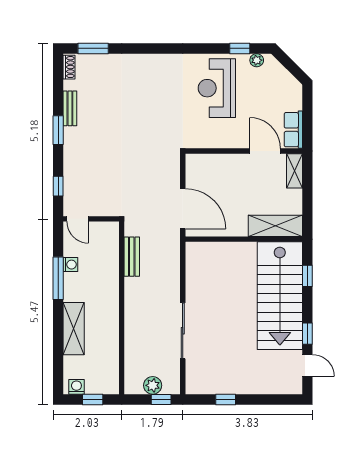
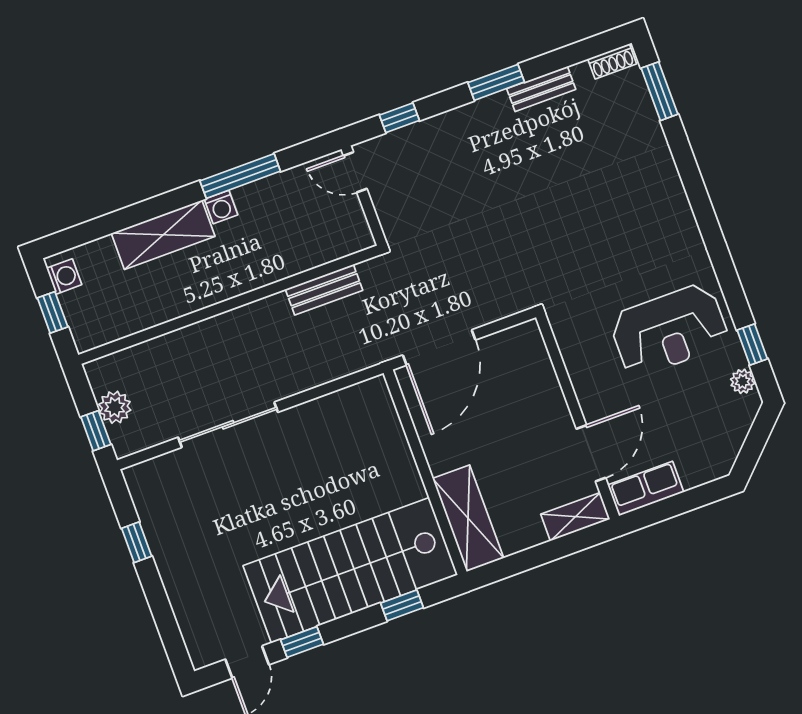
reception desk: (217, 88) -> (669, 330), turned 180
door: (78, 219) -> (355, 172), hinge flipped
washing machine: (70, 265) -> (221, 207), moved

